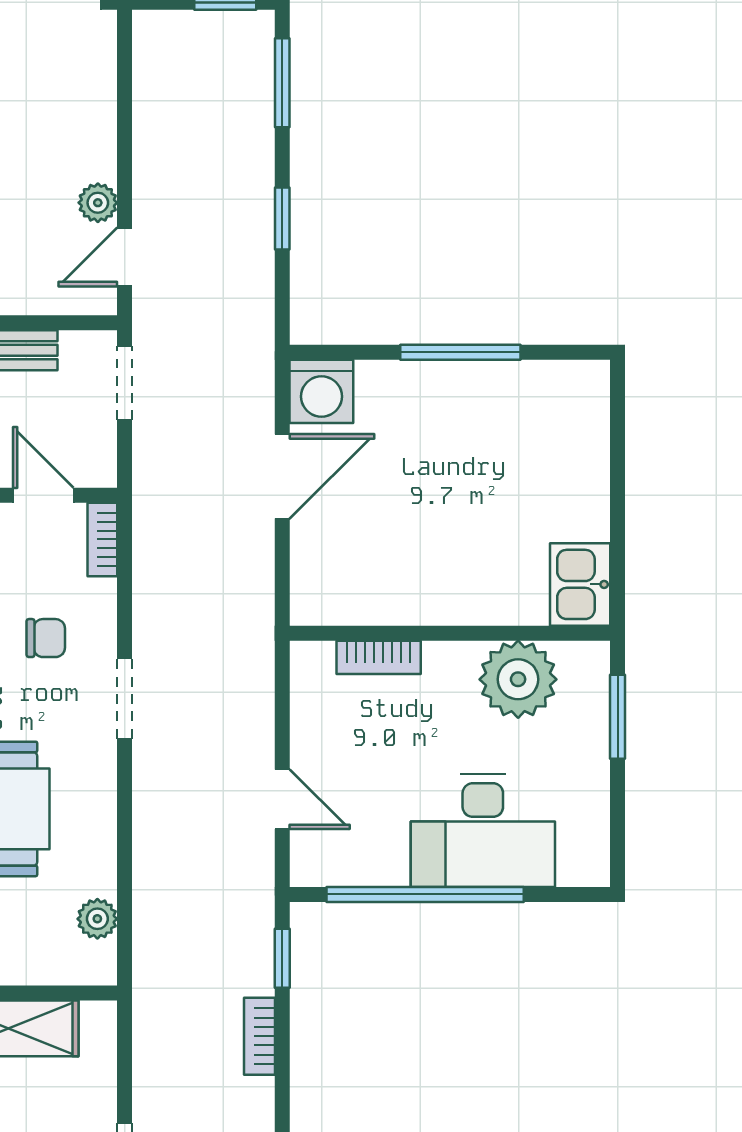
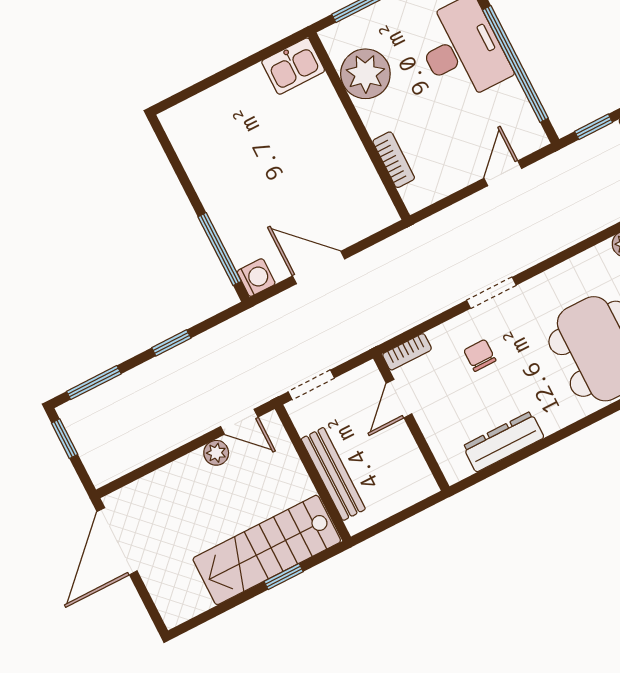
window: (460, 352) -> (220, 249), moved
washing machine: (321, 391) -> (256, 278), width x0.73, depth x0.73

